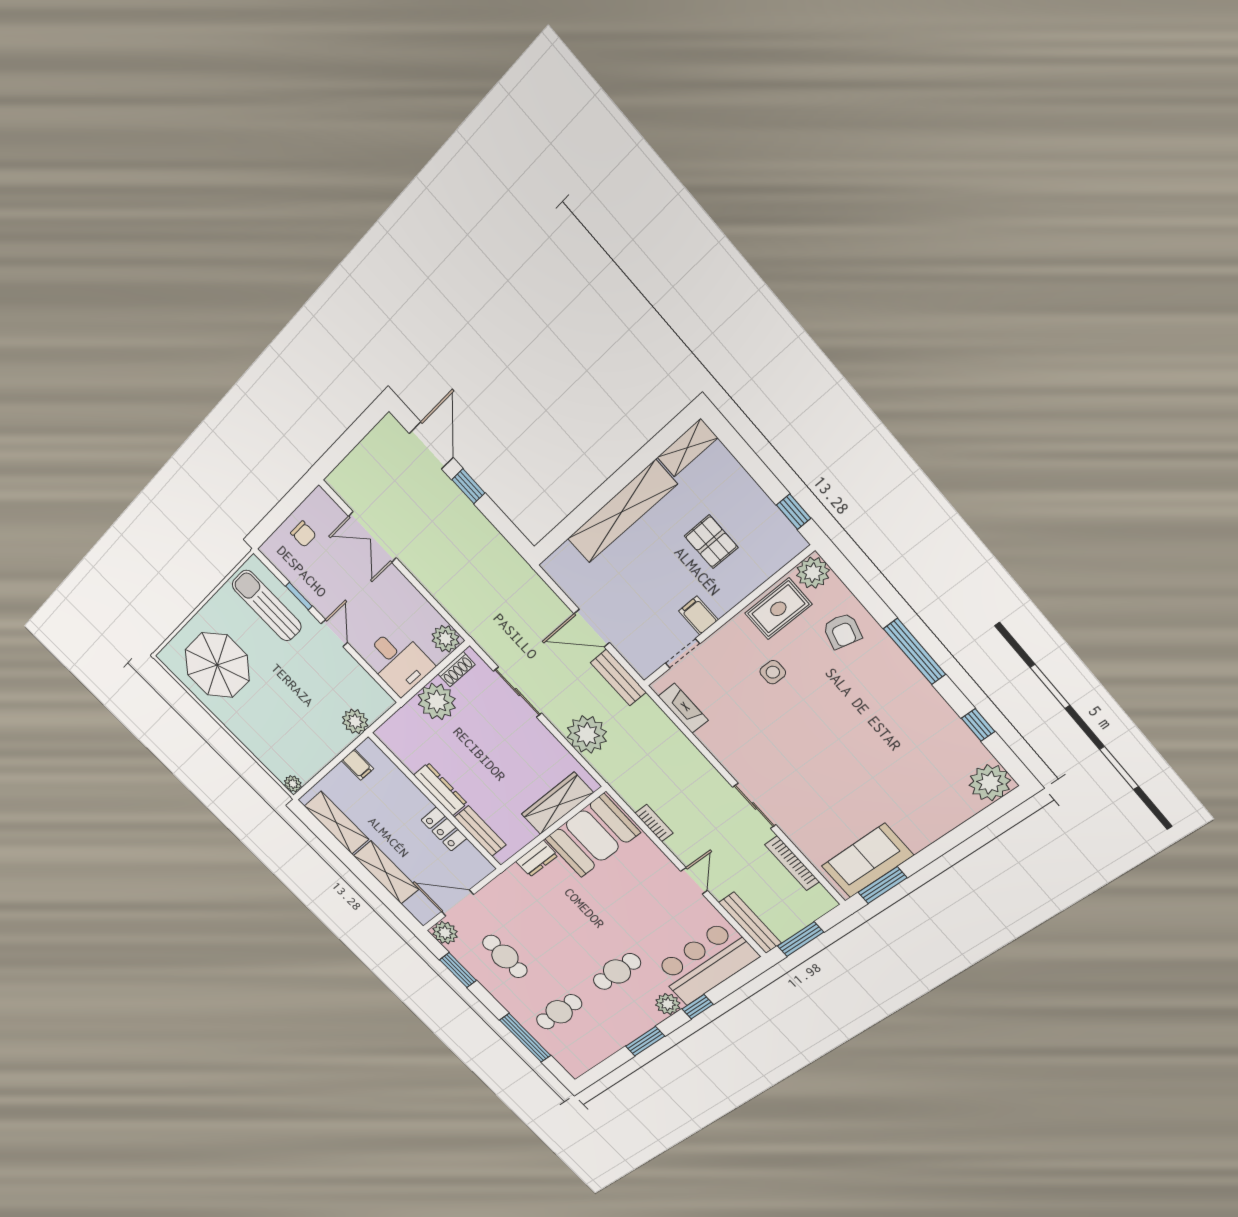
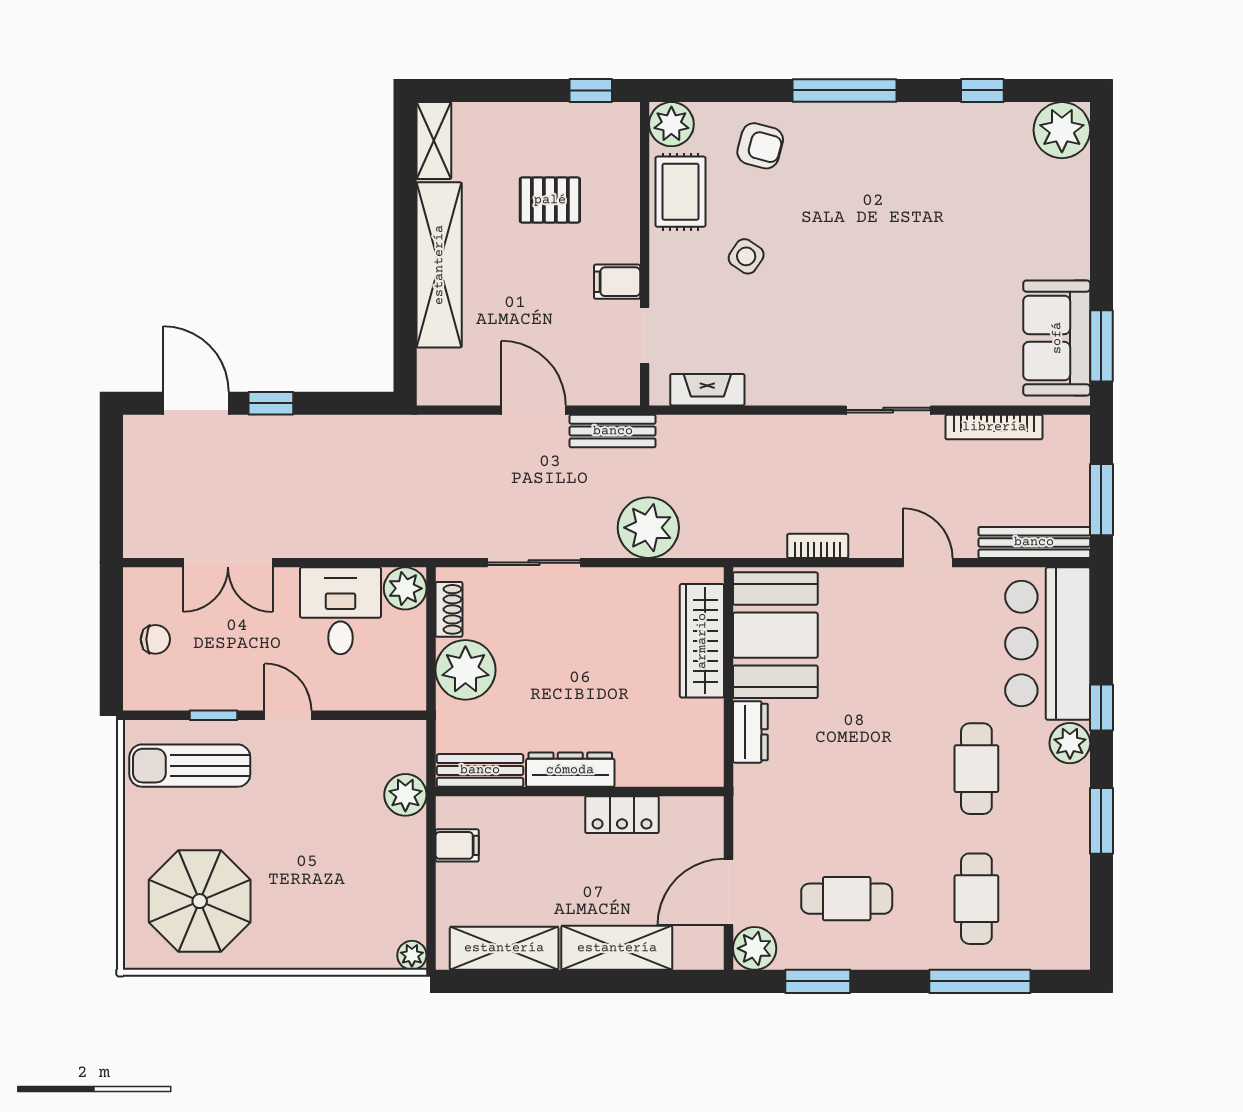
door: (592, 628) -> (534, 410), swing flipped
desk: (398, 661) -> (340, 611), moved, turned -90
side table: (773, 672) -> (746, 256), turned 34
bench: (480, 831) -> (480, 770), moved

